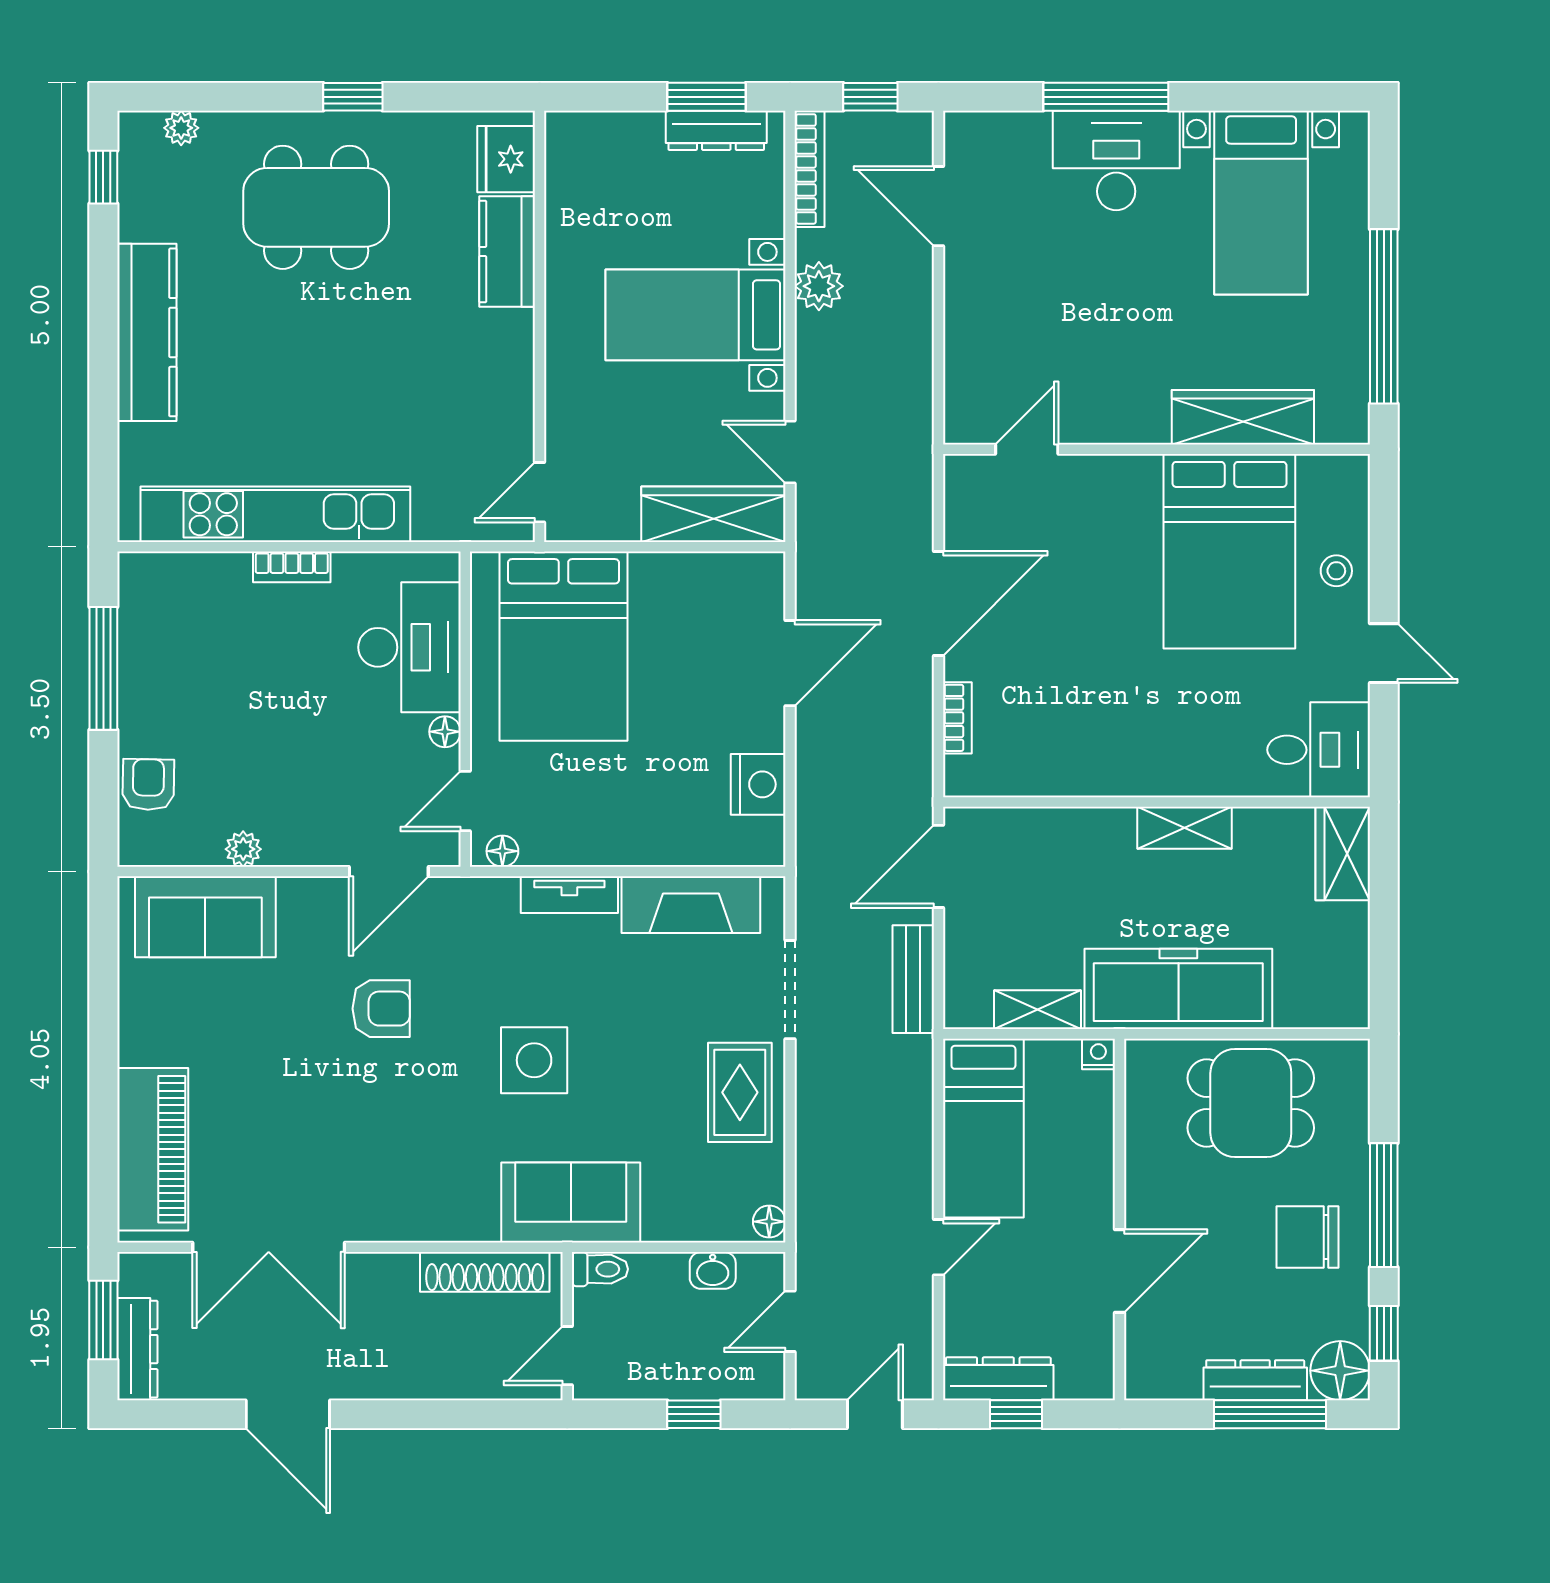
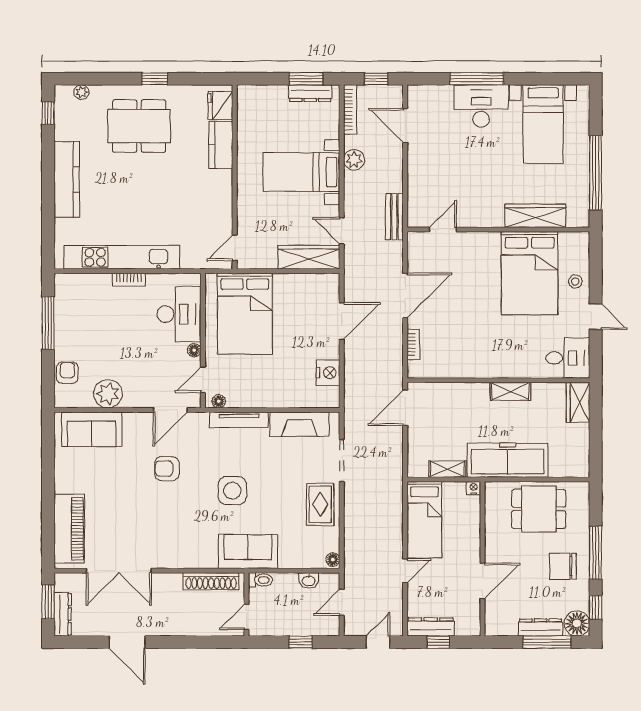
plant: (243, 849) -> (108, 394), width x1.88, depth x1.88
tv unit: (569, 895) -> (239, 420), width x1.41
bench: (913, 979) -> (394, 217), moved
armchair: (381, 1009) -> (167, 469), turned 180

